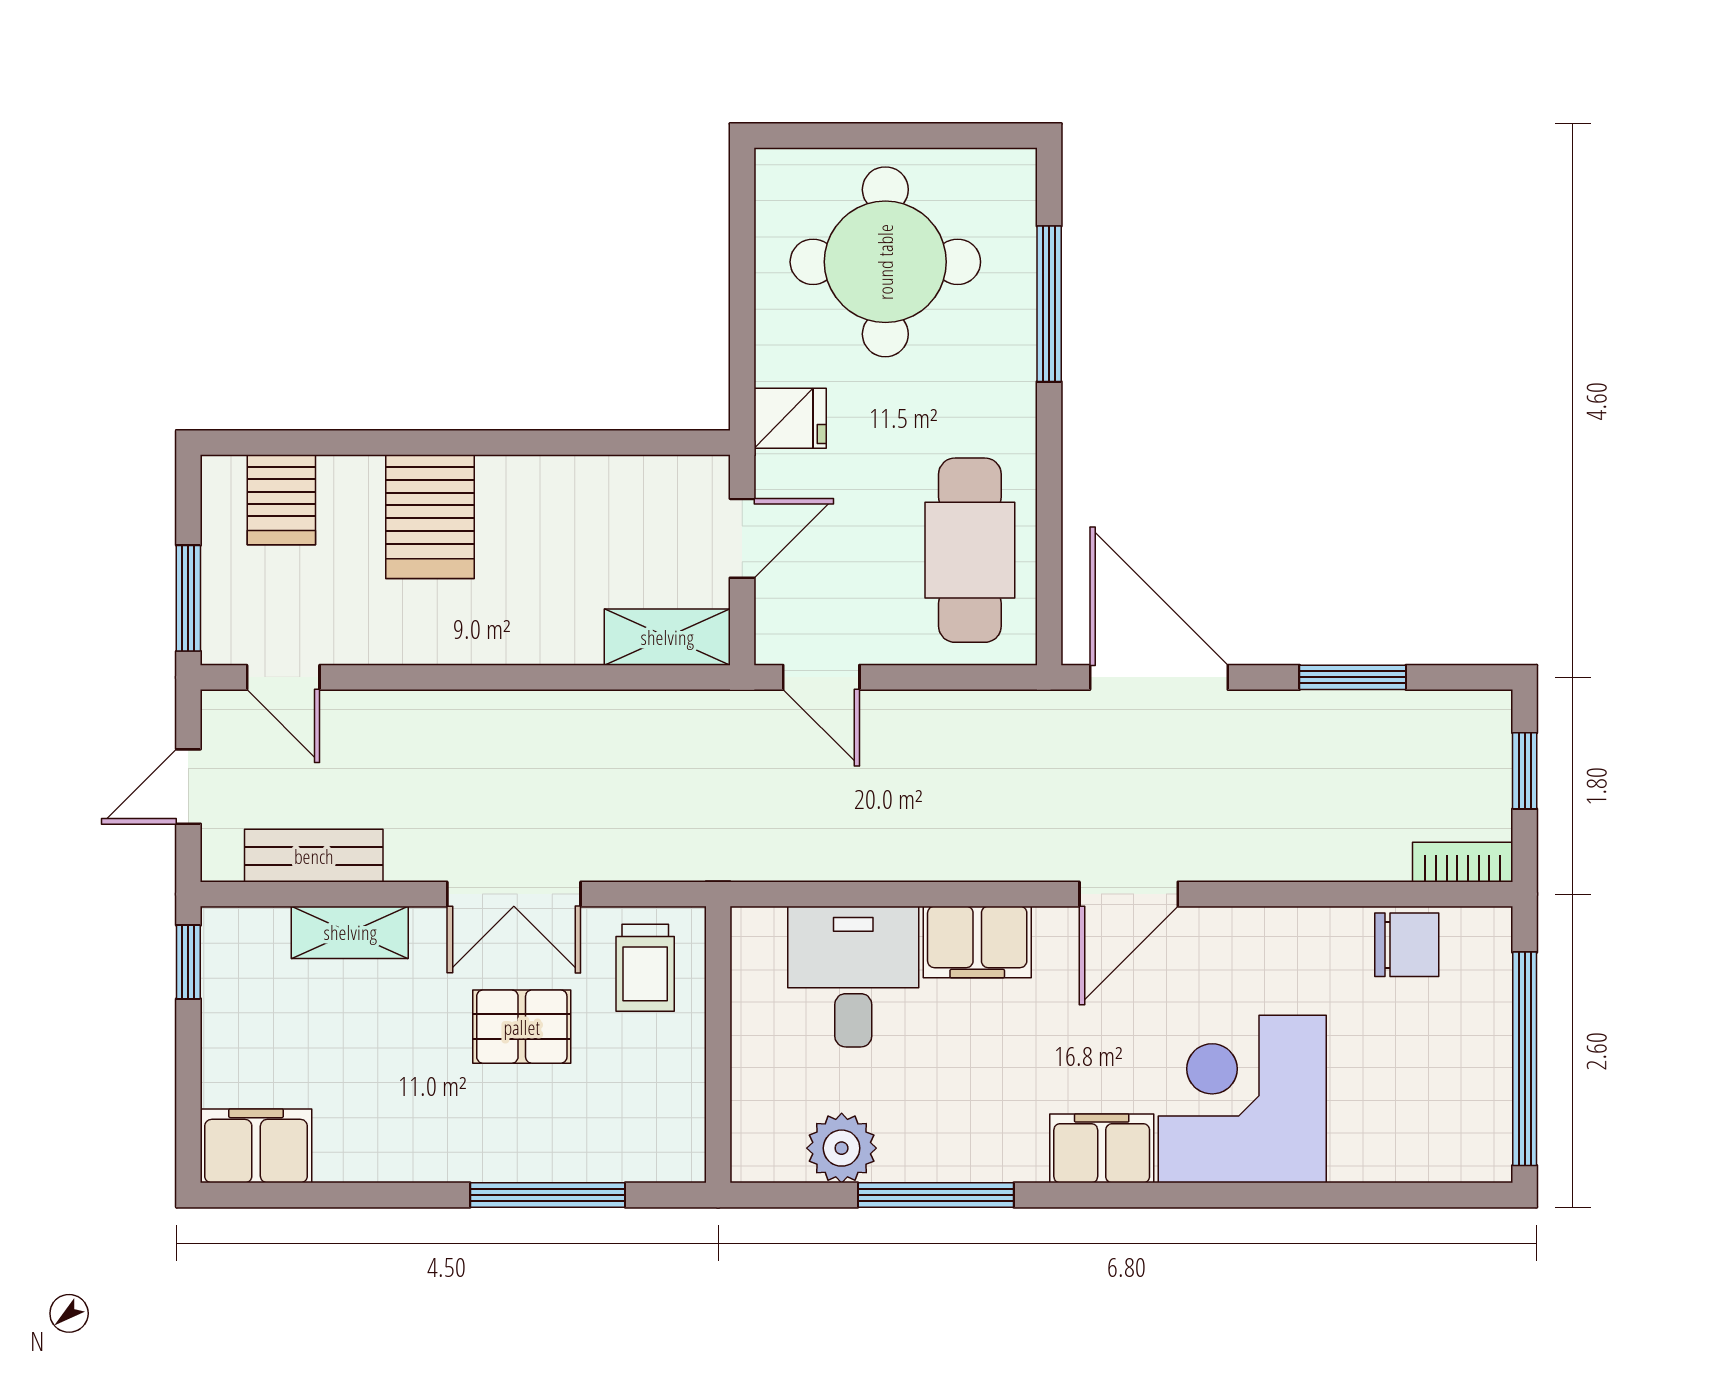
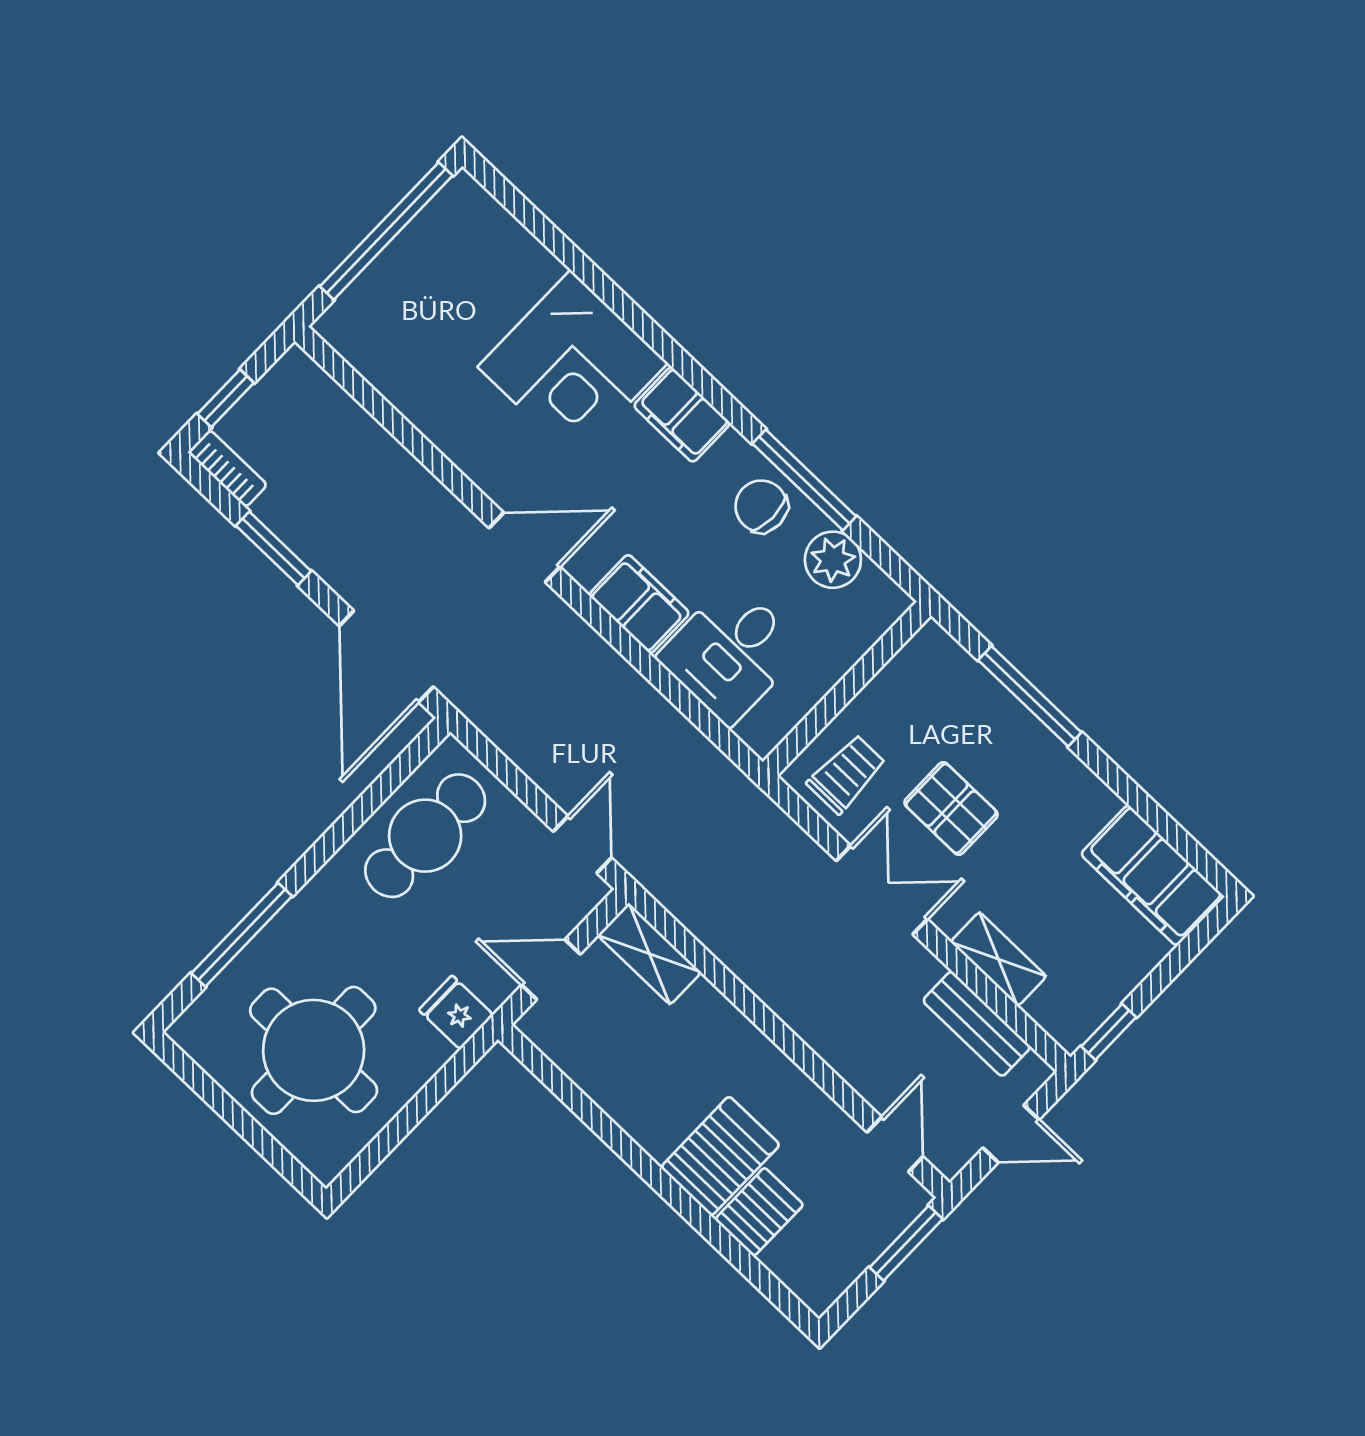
server rack: (281, 500) -> (759, 1212), moved
bookcase: (1463, 862) -> (228, 469), moved, turned 180
chair: (1407, 945) -> (761, 506), moved
filing cabinet: (256, 1146) -> (1152, 875), width x1.50, depth x1.17

